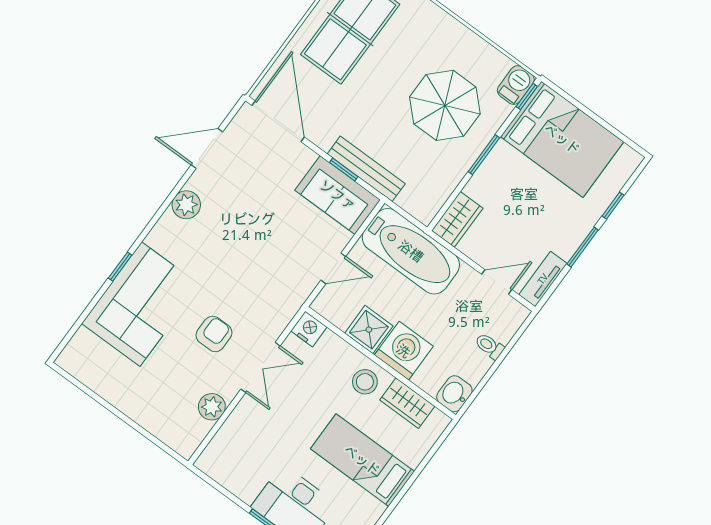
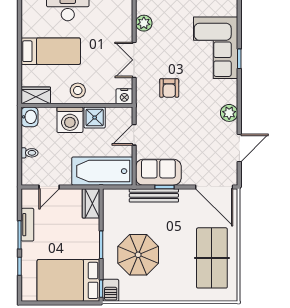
tv unit: (543, 279) -> (27, 225), moved
armchair: (214, 334) -> (169, 88), moved
wardrobe: (407, 403) -> (36, 95), moved

